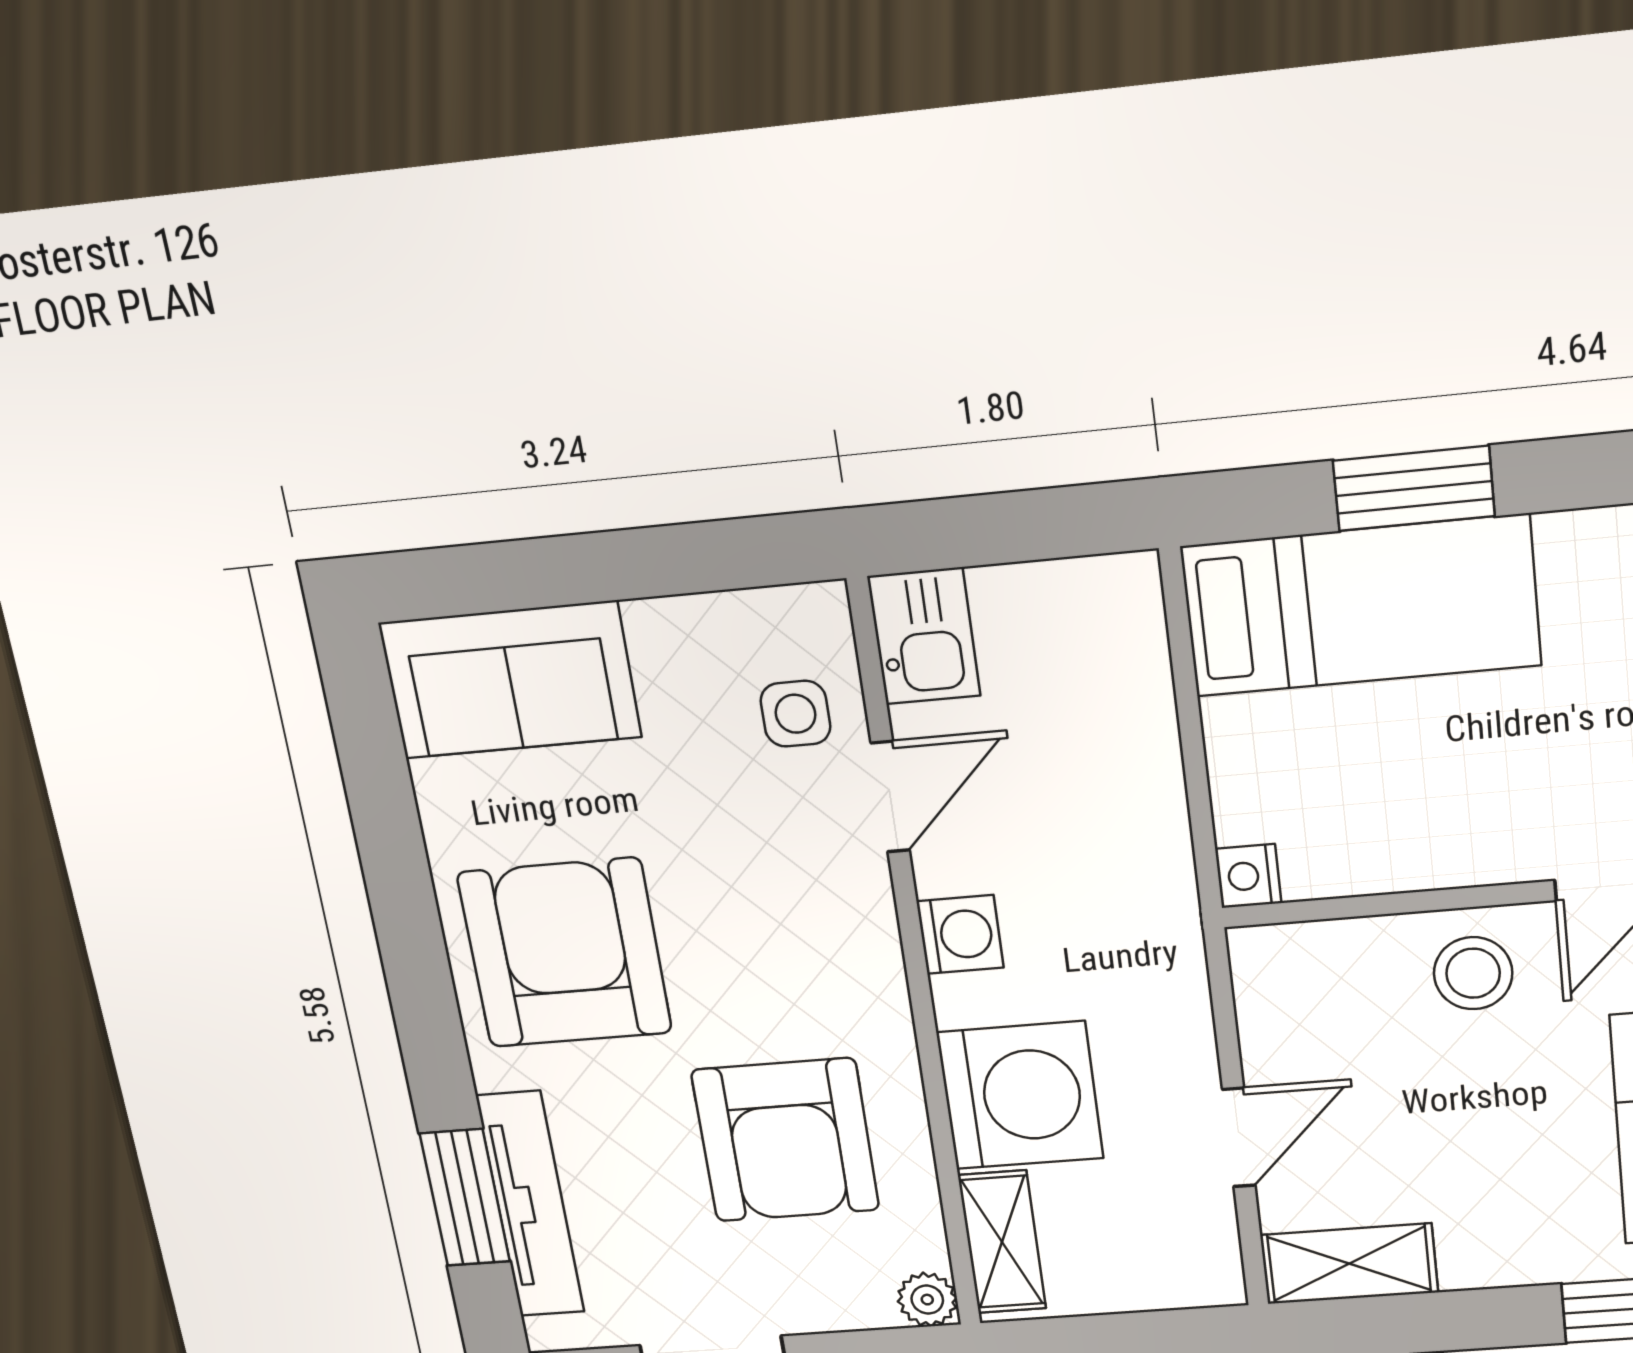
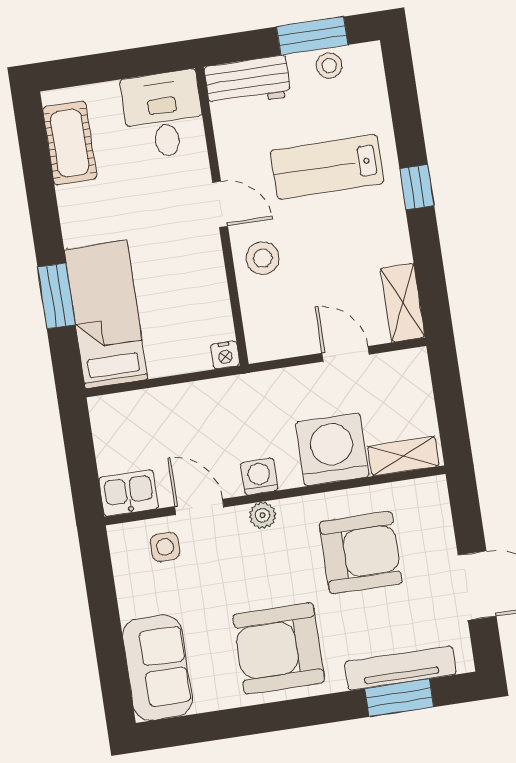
plant: (927, 1300) -> (262, 515), moved

